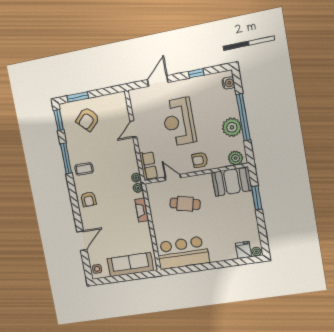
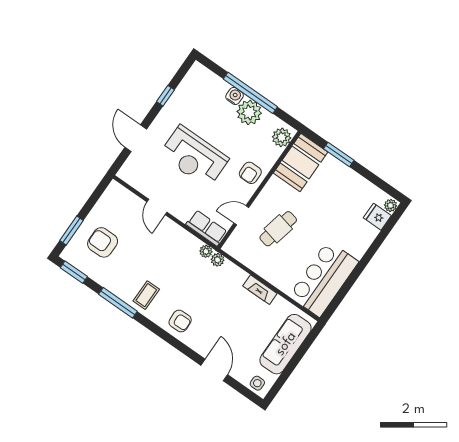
water cooler: (228, 83) -> (235, 96), moved
armchair: (88, 119) -> (103, 242), turned 135
fireplace: (142, 210) -> (260, 290), moved

